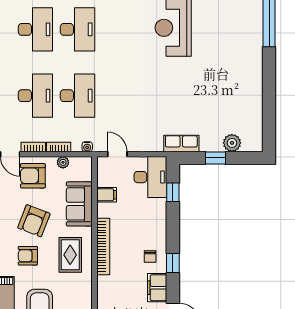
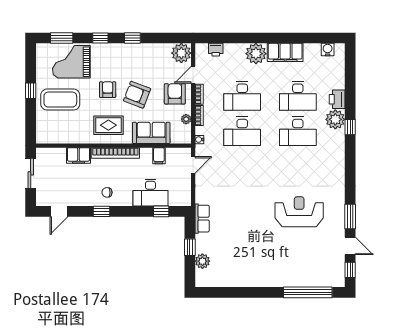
desk: (150, 177) -> (150, 193), moved
filing cabinet: (157, 288) -> (79, 156), moved, turned 180

